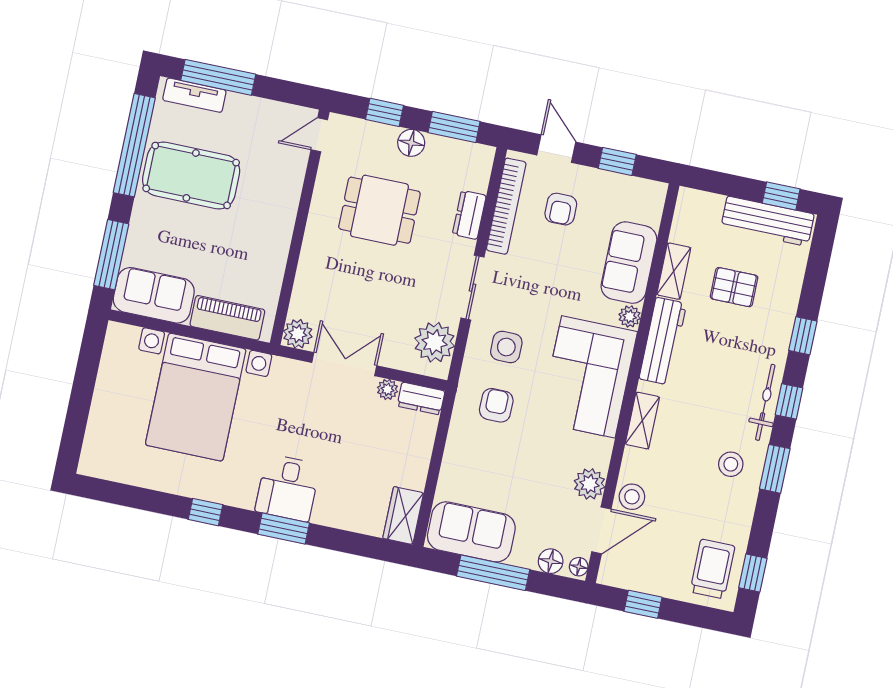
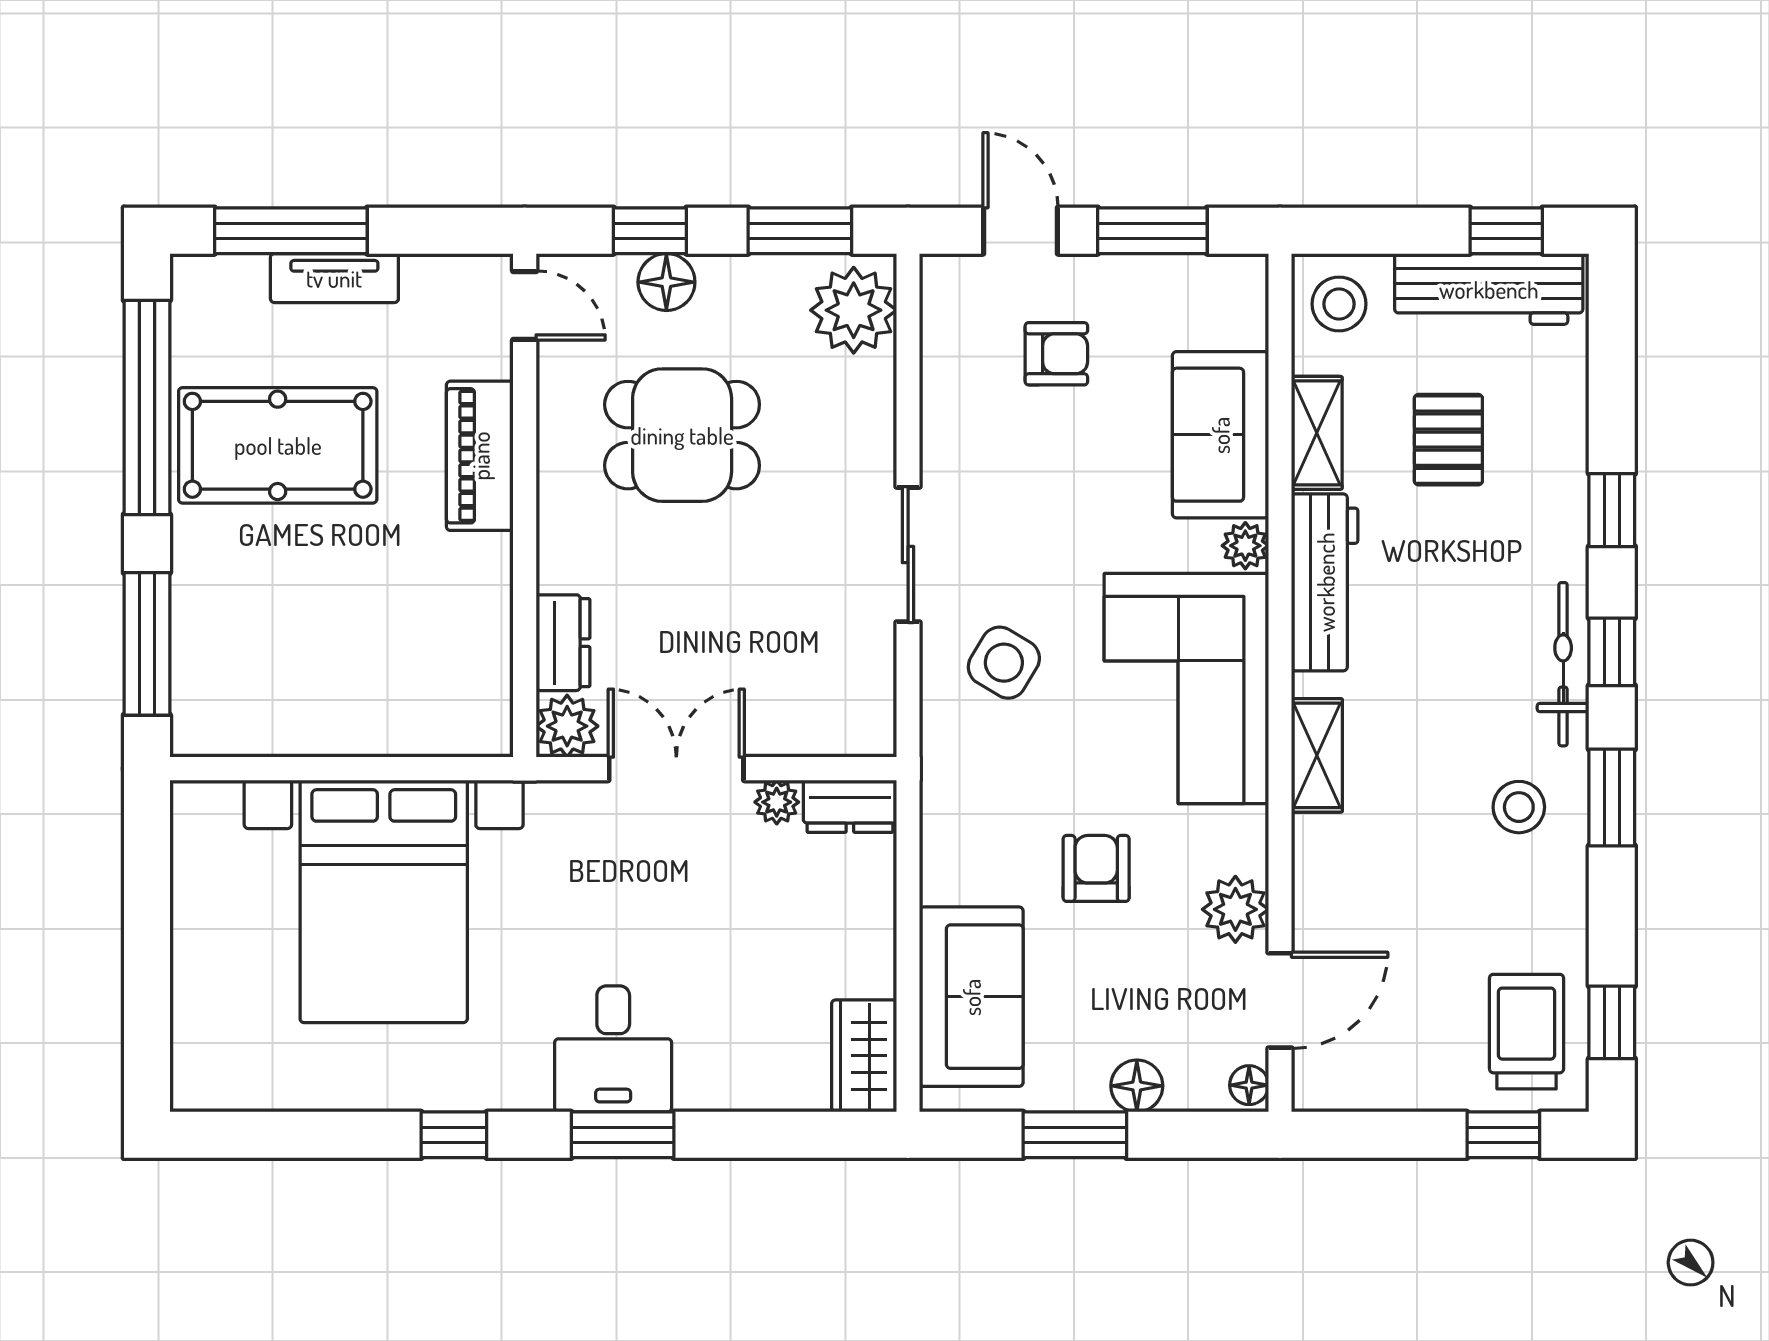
tv unit: (194, 95) -> (334, 278), moved
door: (319, 135) -> (525, 305), swing flipped
floor lamp: (411, 143) -> (666, 282), moved
window: (617, 161) -> (1152, 231), width x1.50
bookcase: (506, 206) -> (942, 372), removed
armchair: (561, 209) -> (1056, 354), turned -90
dresser: (469, 215) -> (563, 643), moved, turned 180
pallet: (734, 287) -> (1448, 440), turned 90
sofa: (154, 295) -> (253, 709), removed
piano: (227, 318) -> (480, 456), moved, turned -90
plant: (435, 342) -> (854, 310), moved
side table: (506, 347) -> (1004, 663), turned 31
armchair: (496, 405) -> (1096, 868), moved
stool: (632, 497) -> (1339, 304), moved
sofa: (471, 532) -> (971, 997), moved, turned 90
floor lamp: (551, 561) -> (1137, 1086), moved
window: (493, 573) -> (1075, 1135), width x0.69
window: (643, 604) -> (1503, 1135), moved

